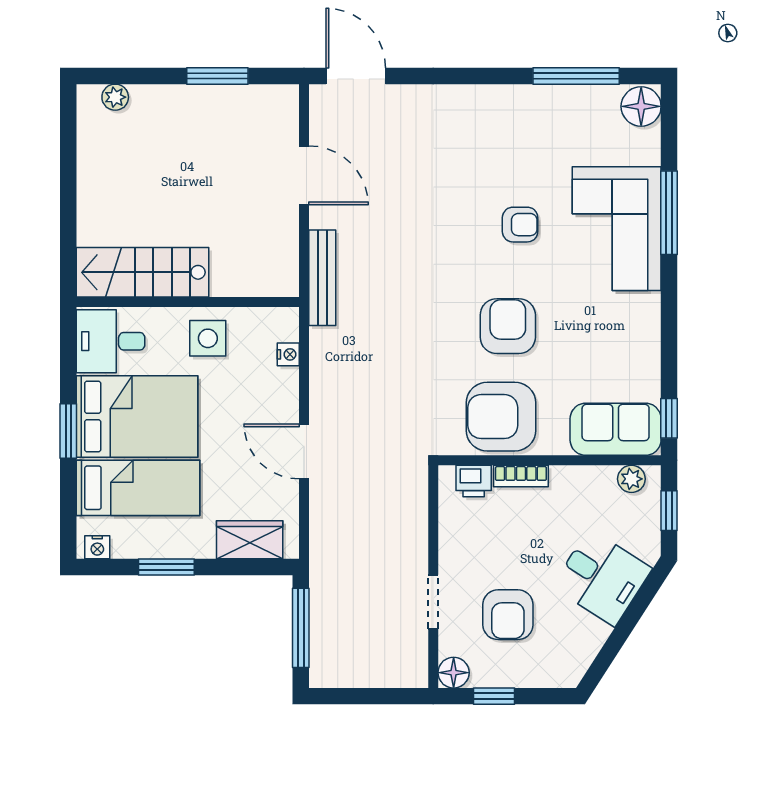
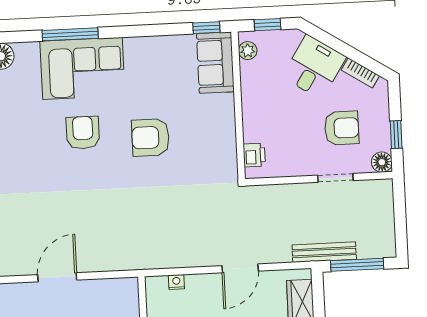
armchair: (520, 225) -> (83, 133), width x1.38, depth x1.38
bench: (322, 278) -> (324, 252), moved
armchair: (501, 417) -> (211, 139), removed
bookcase: (521, 476) -> (360, 73), moved, turned 123

